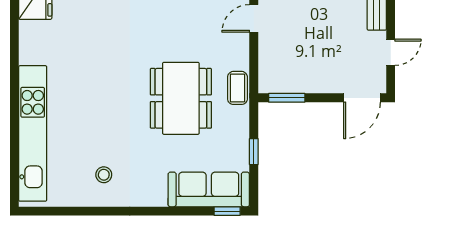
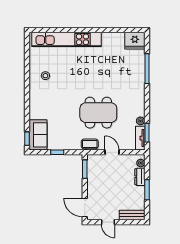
door: (254, 18) -> (112, 152), moved
dining table: (181, 98) -> (98, 113), moved
sofa: (209, 189) -> (38, 135), width x0.73

